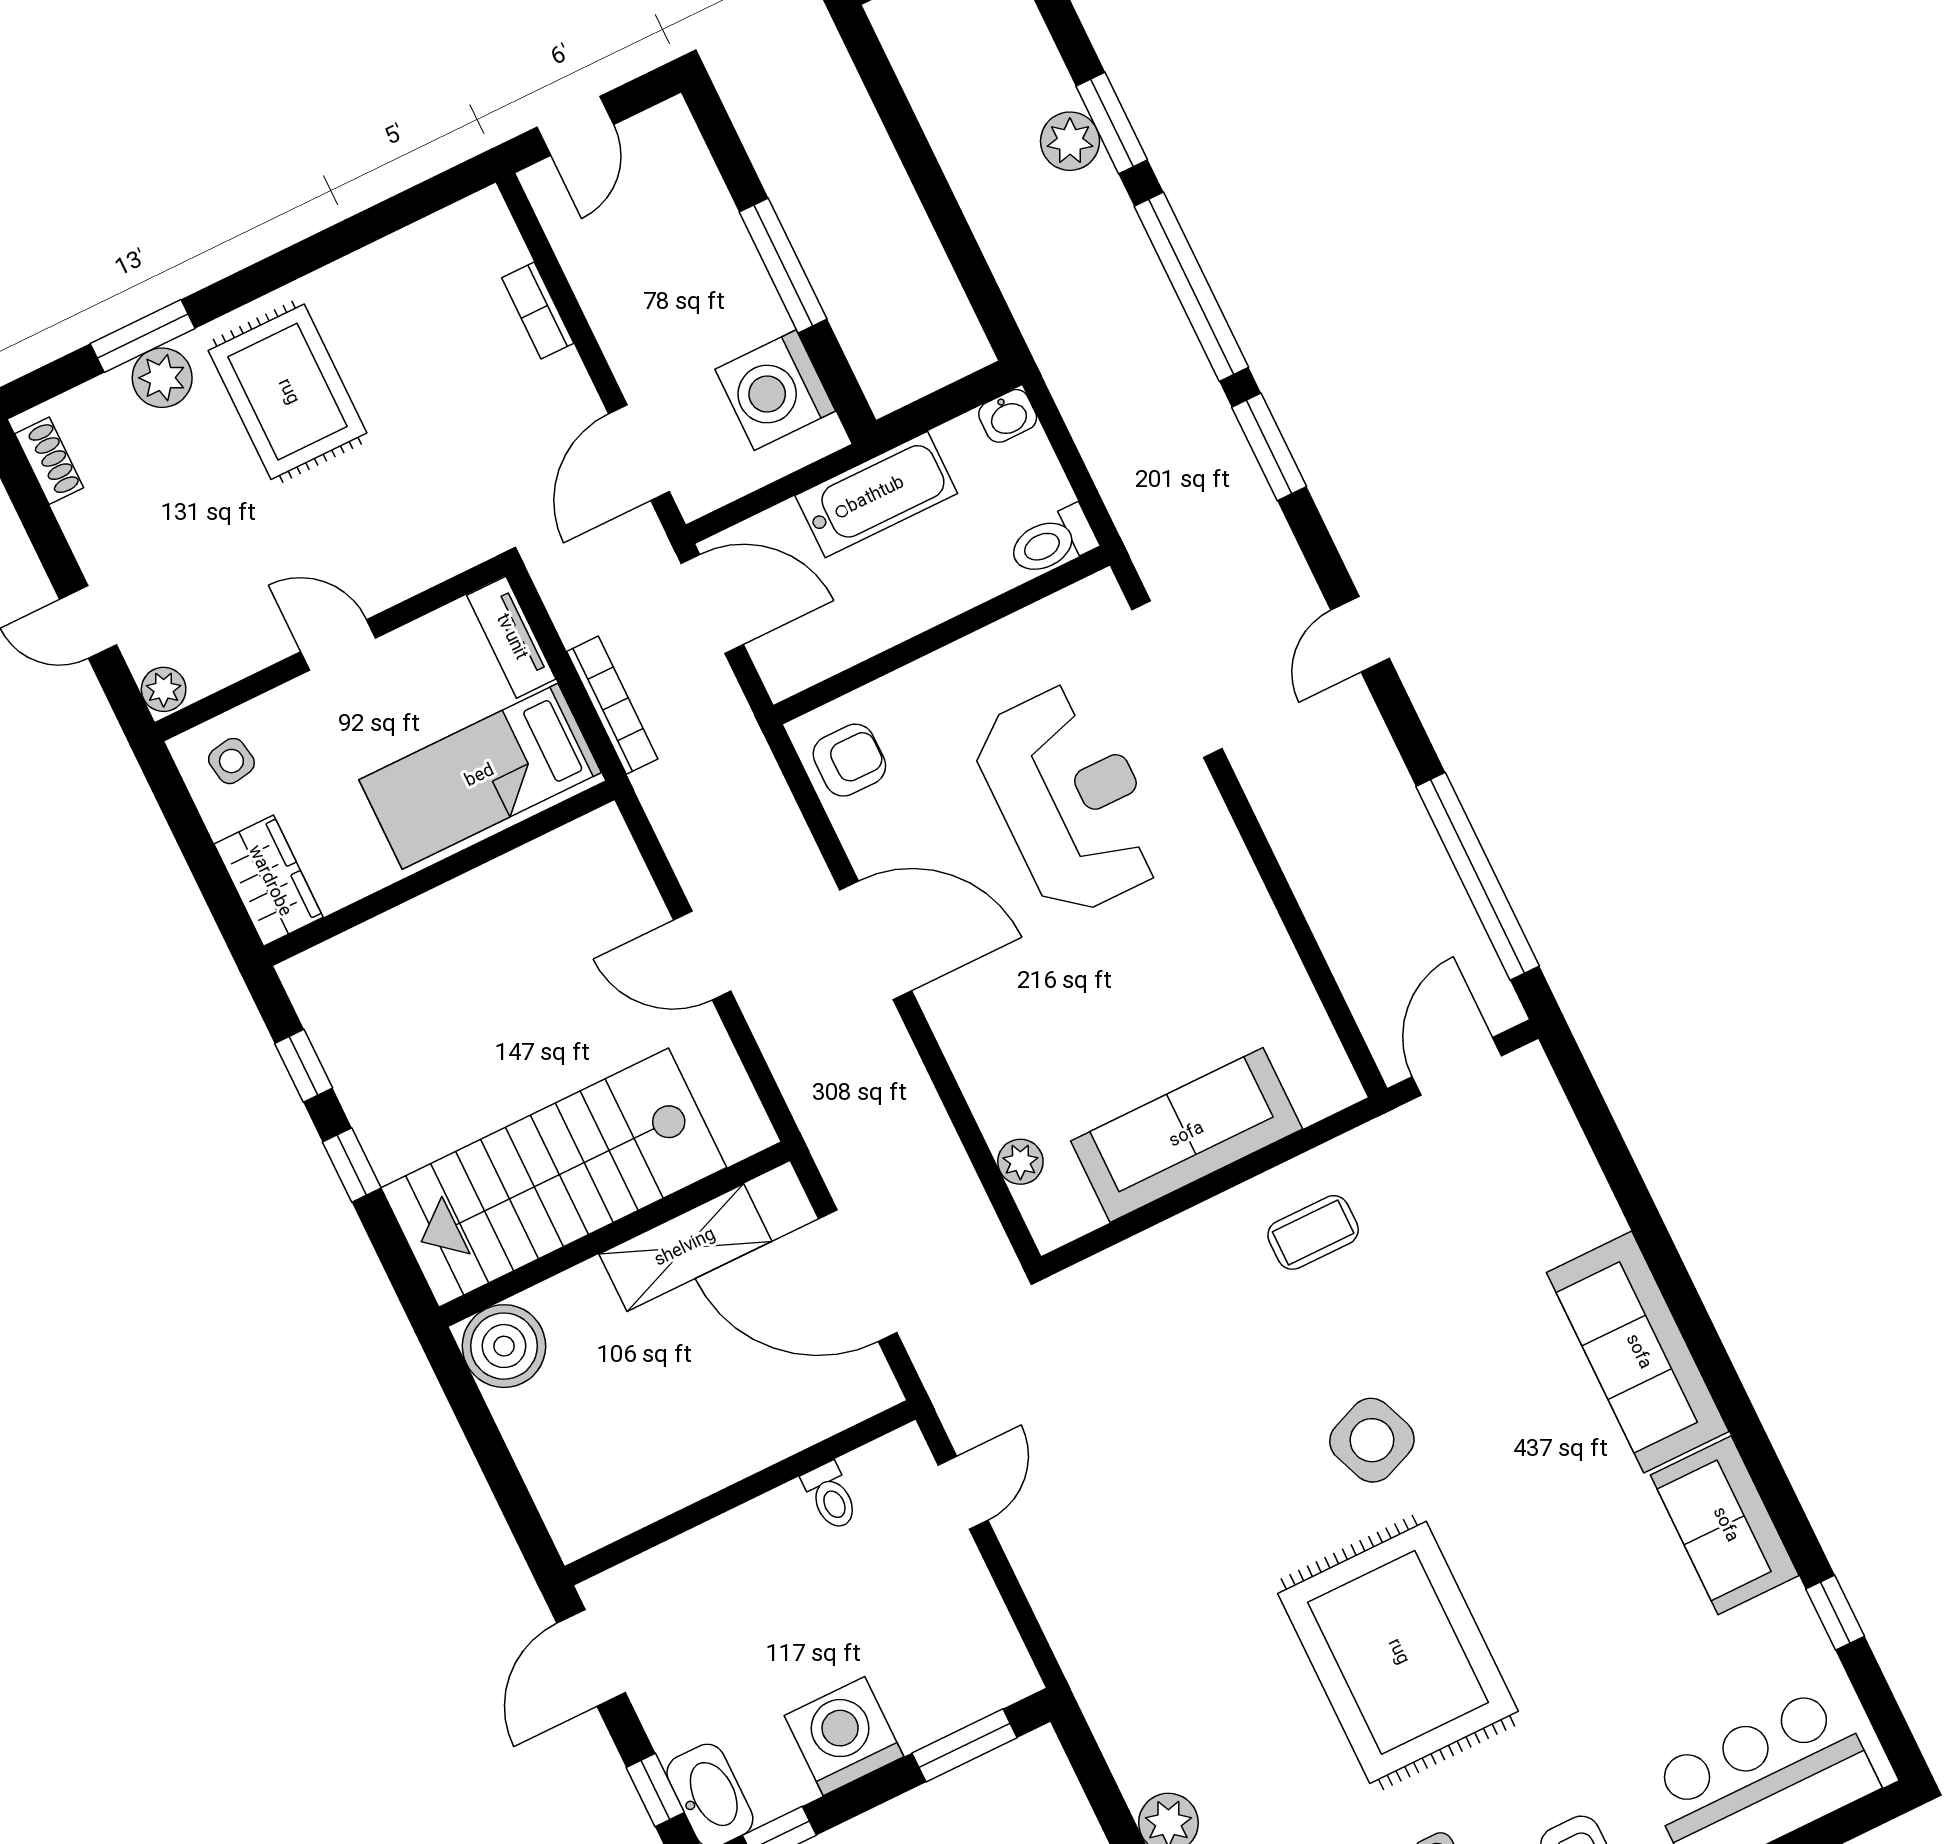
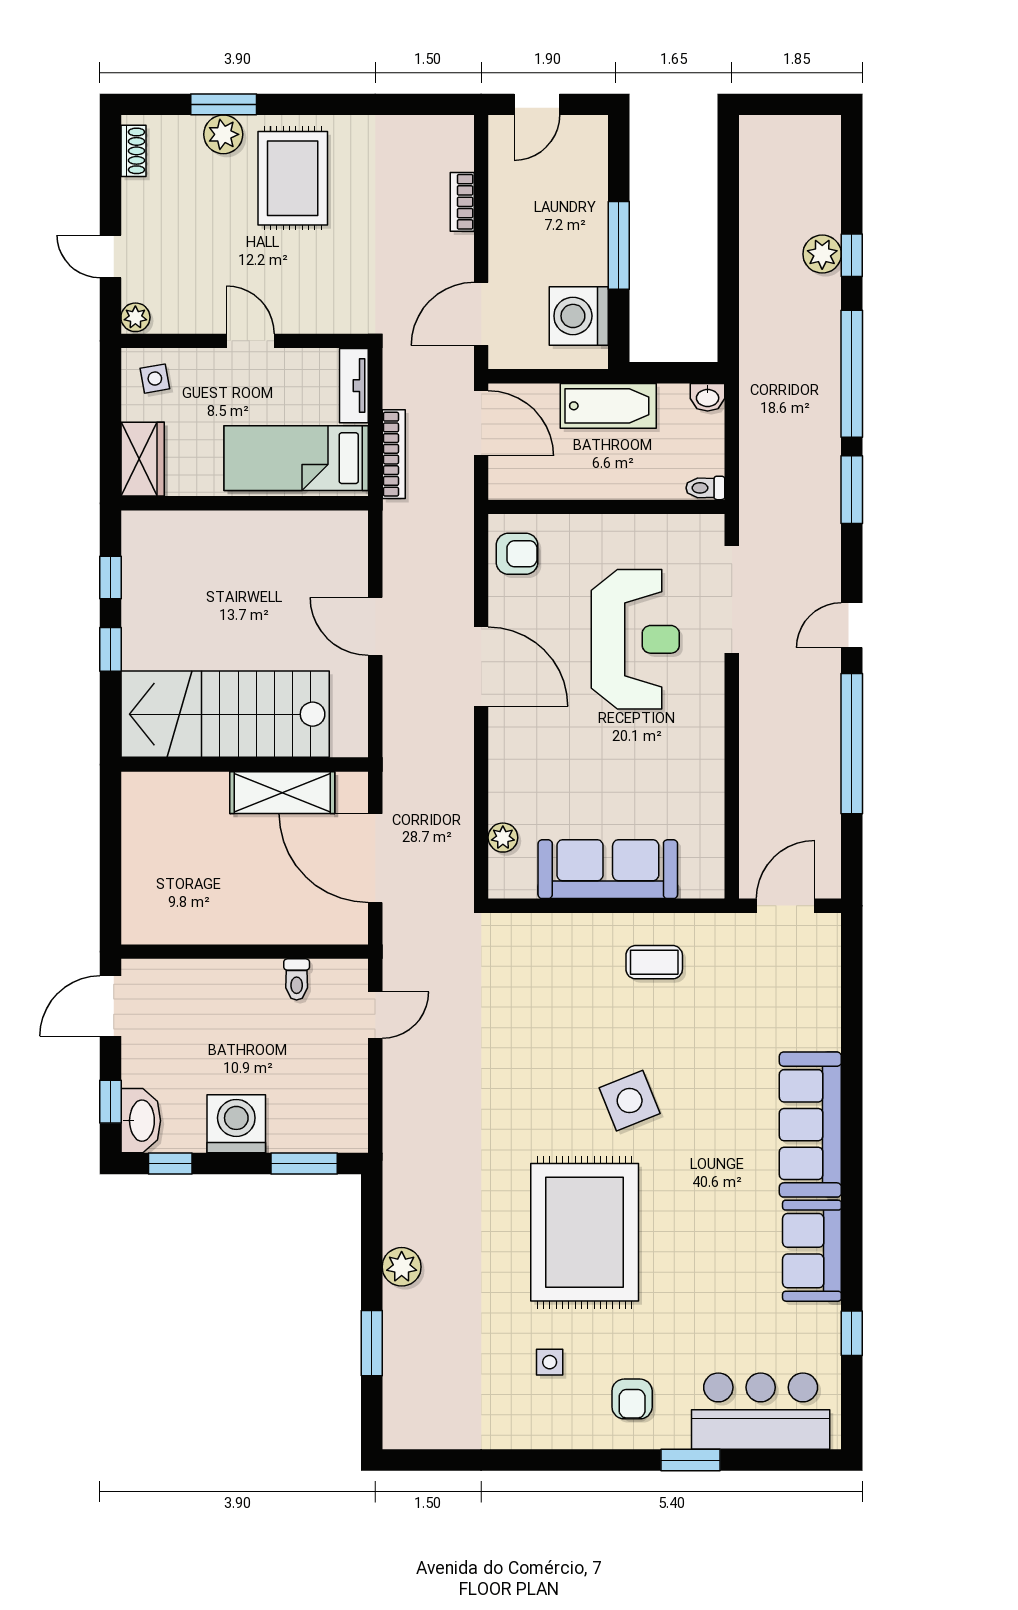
window: (1112, 123) -> (852, 255), width x0.67
toilet: (1052, 542) -> (705, 488), width x0.73, depth x0.72
window: (1478, 876) -> (852, 744), moved
boiler: (504, 1346) -> (148, 799), removed

